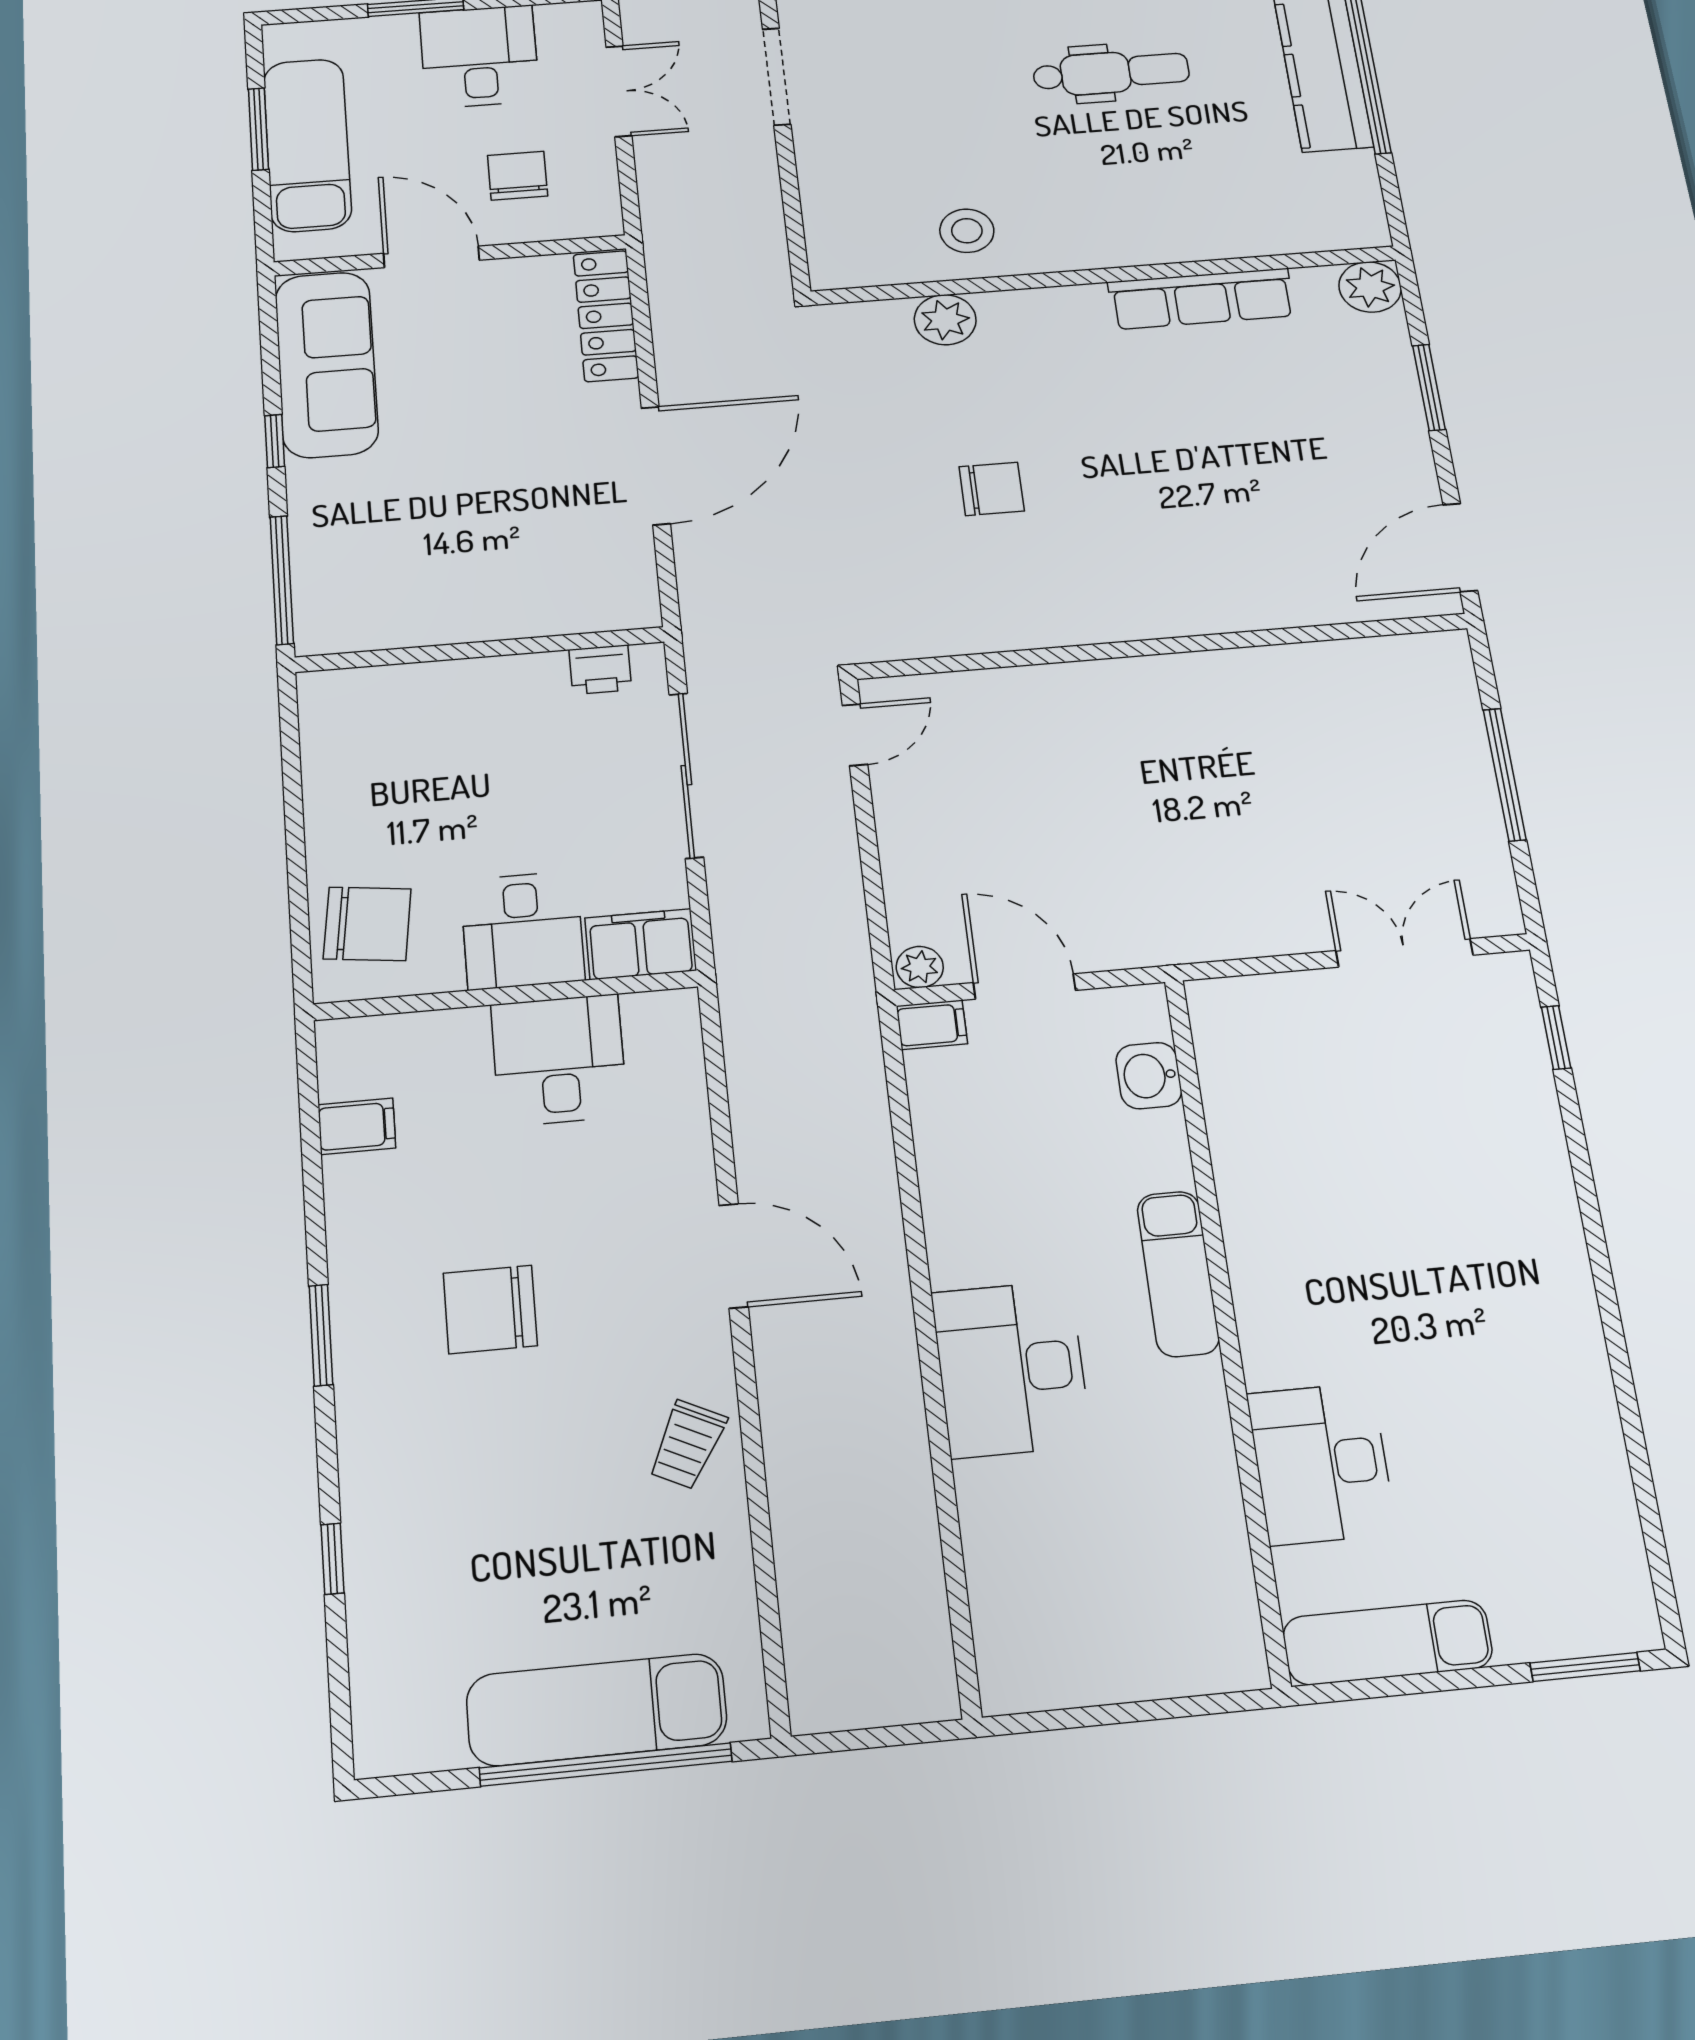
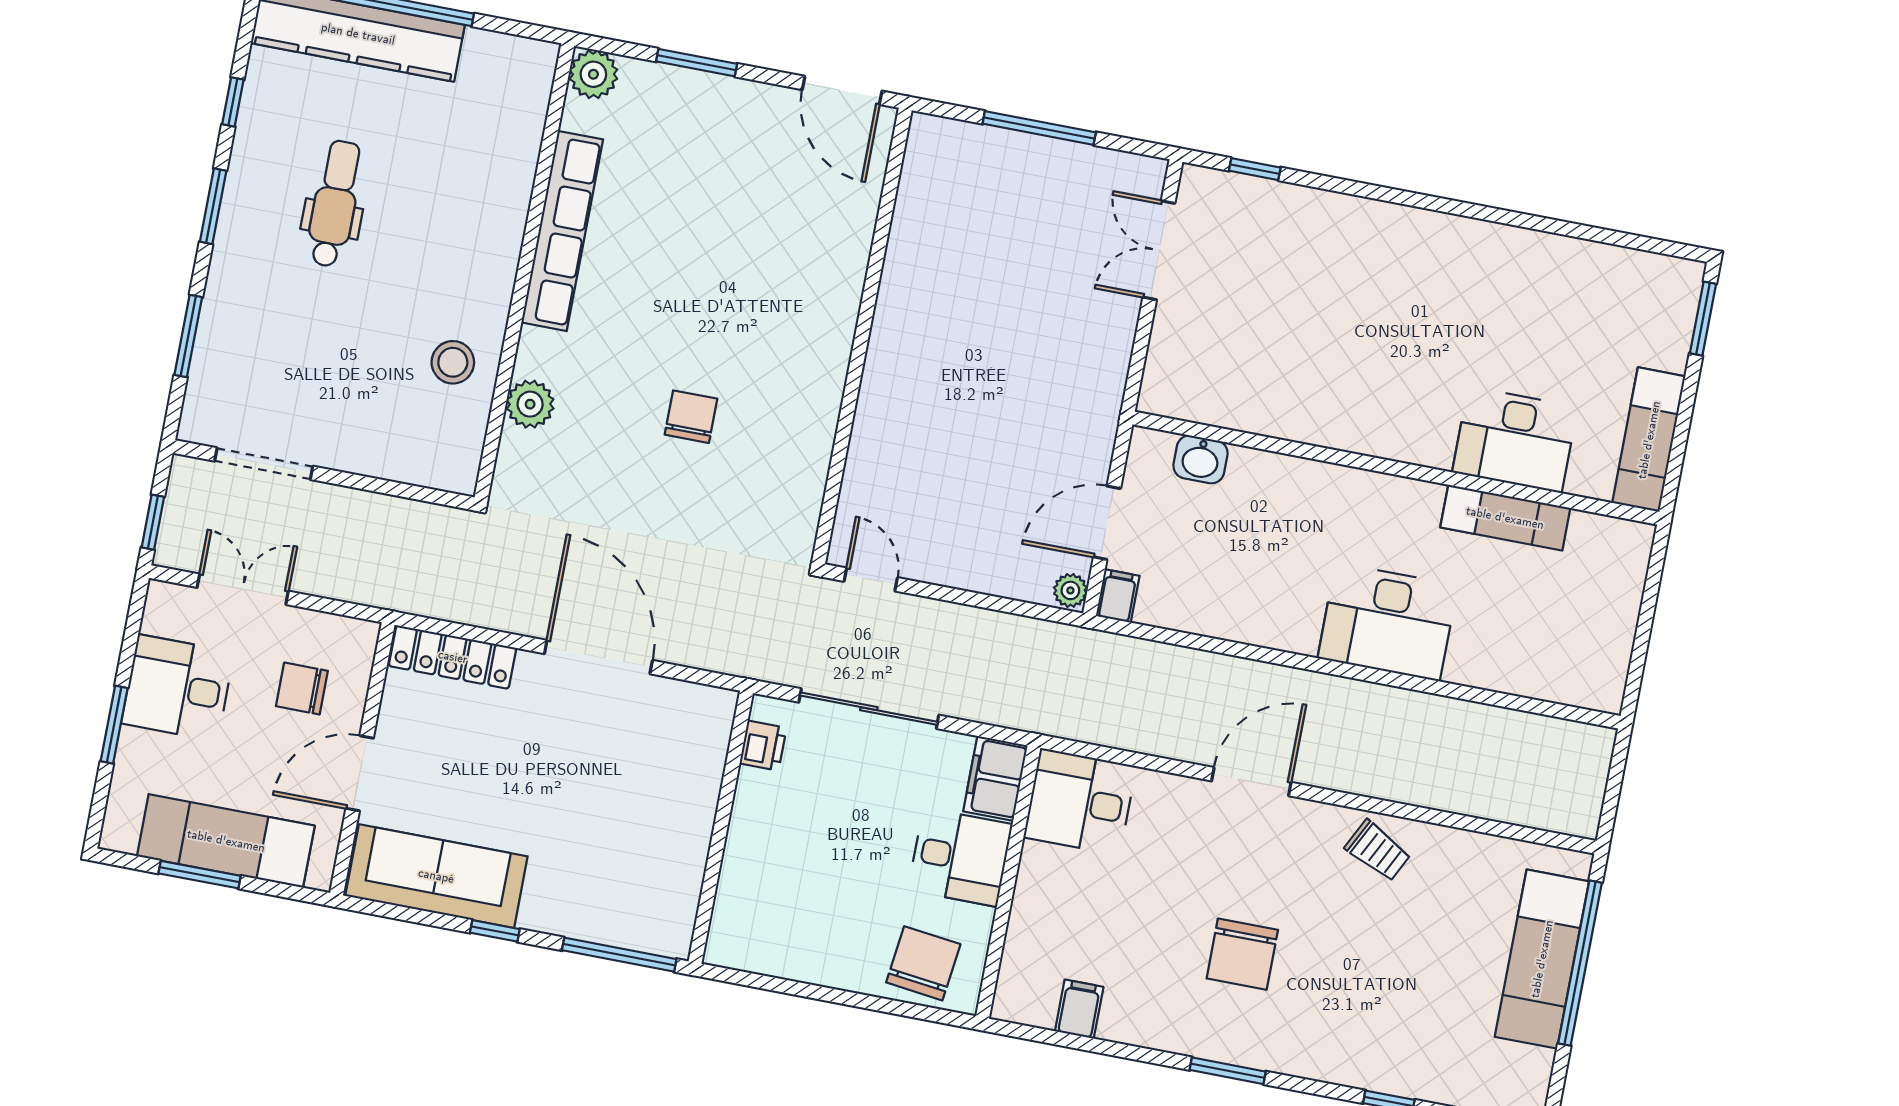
row of seats: (1201, 299) -> (562, 231), width x1.36
desk: (559, 1060) -> (1080, 802), moved
exam couch: (1178, 1274) -> (1505, 518), moved

